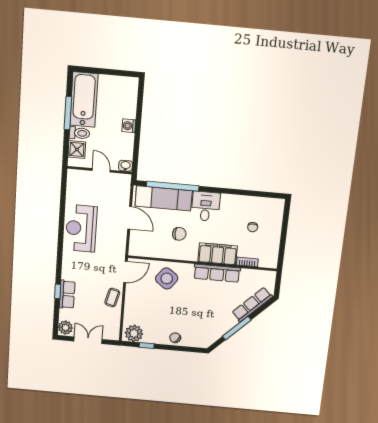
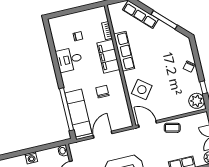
desk: (206, 206) -> (69, 60), moved

